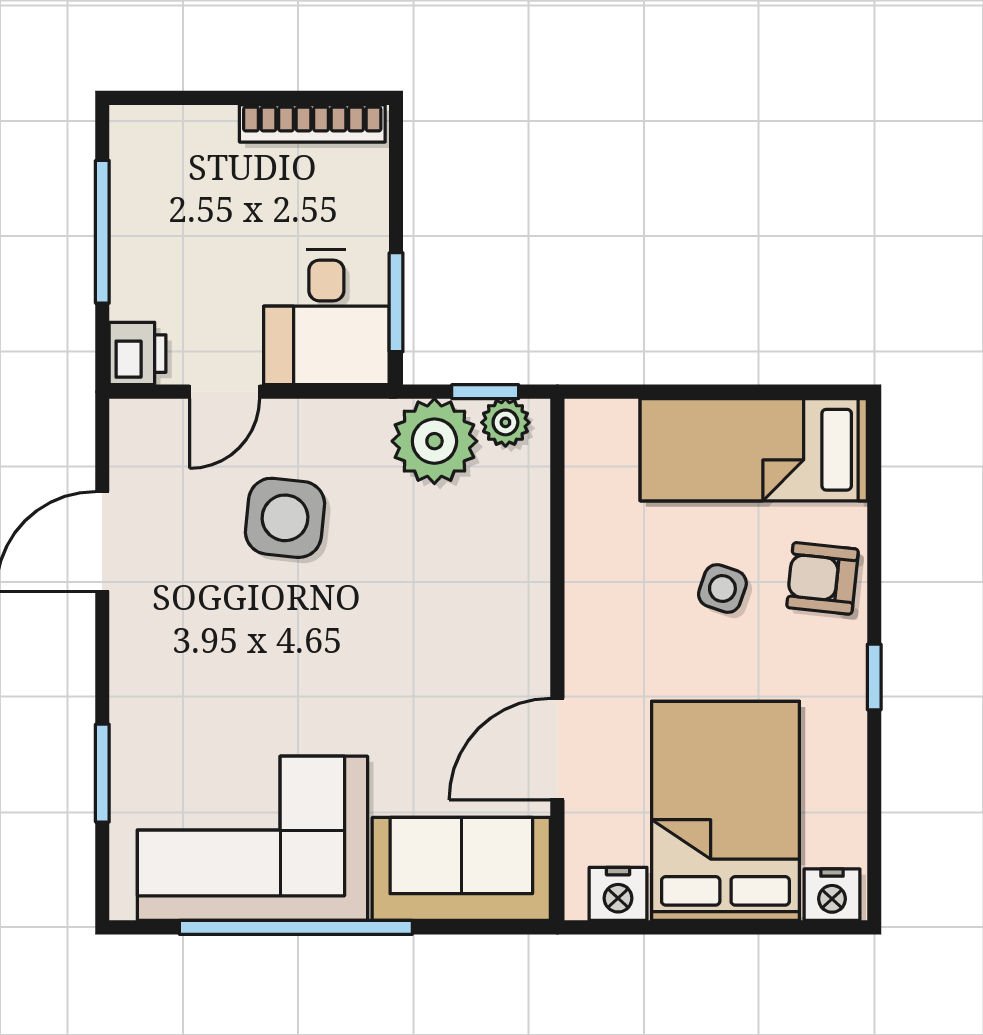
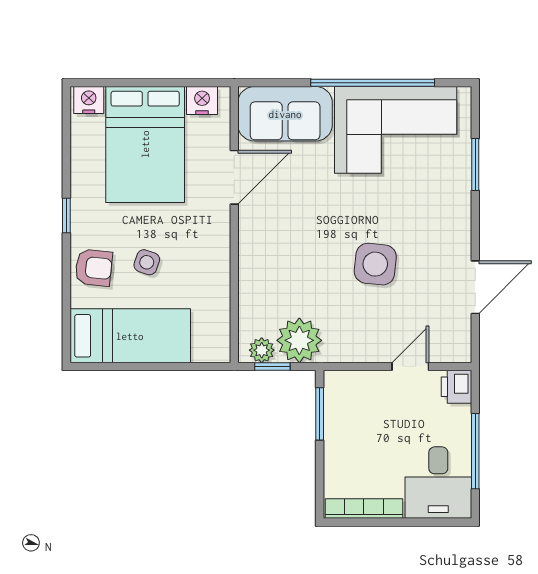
desk: (326, 317) -> (438, 483), moved, turned 180
side table: (285, 518) -> (375, 264), moved

